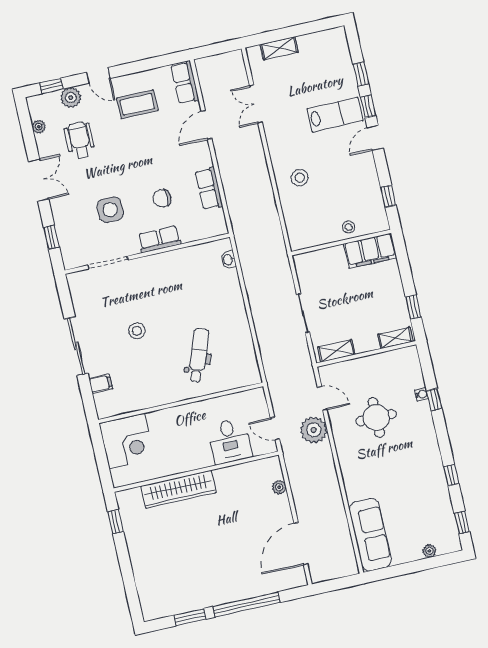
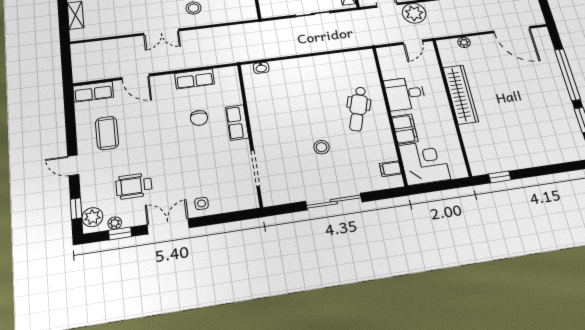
door: (98, 75) -> (73, 165), swing flipped
plant: (71, 98) -> (92, 217), moved
double door: (256, 104) -> (161, 32), moved
side table: (110, 210) -> (202, 203), moved, width x0.54, depth x0.54
window: (51, 237) -> (120, 233), moved
dental chair: (198, 355) -> (358, 109), moved, turned -92
filing cabinet: (101, 384) -> (390, 169), moved, turned -90
filing cabinet: (165, 420) -> (405, 129), added
desk: (229, 441) -> (405, 94), moved, turned 180
wardrobe: (178, 489) -> (461, 94), moved

